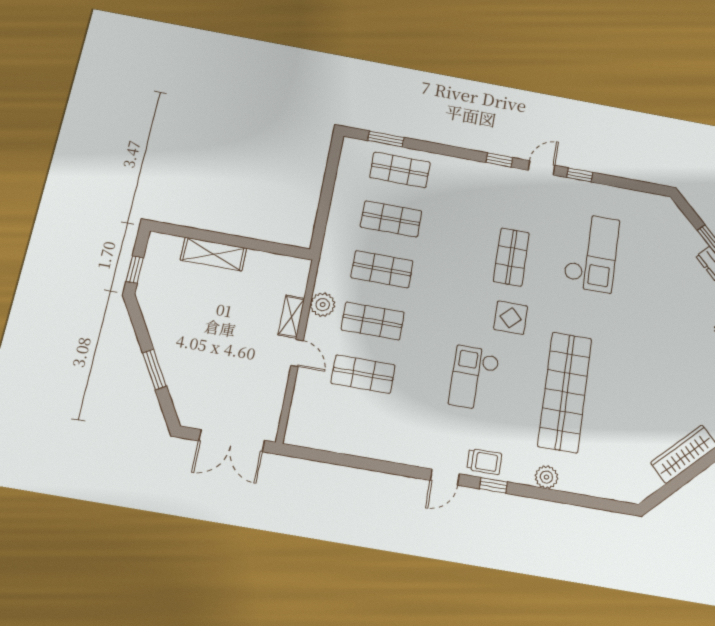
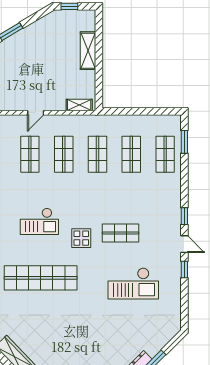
plant: (323, 305) -> (68, 122), removed
shelving: (291, 317) -> (79, 105), moved
checkout: (474, 378) -> (39, 221), turned 180

